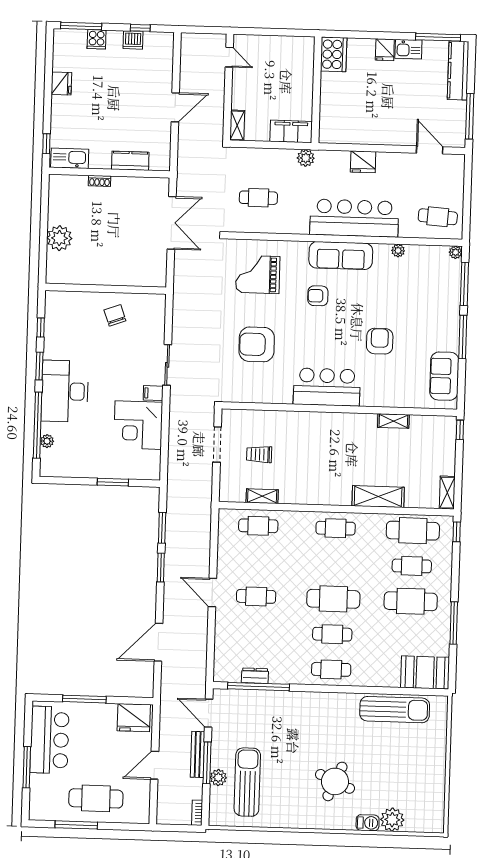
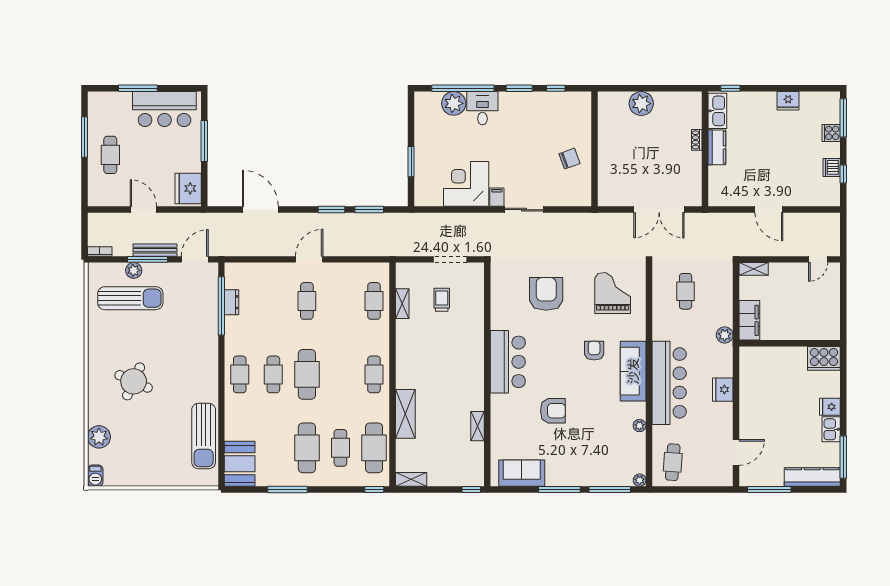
kitchen counter: (130, 161) -> (717, 147), moved
desk: (65, 391) -> (482, 108), width x0.53, depth x0.77
plant: (47, 441) -> (454, 103), width x1.88, depth x1.88
cafe table: (96, 798) -> (110, 155), width x0.73, depth x0.74
barbecue: (368, 823) -> (95, 476), moved

